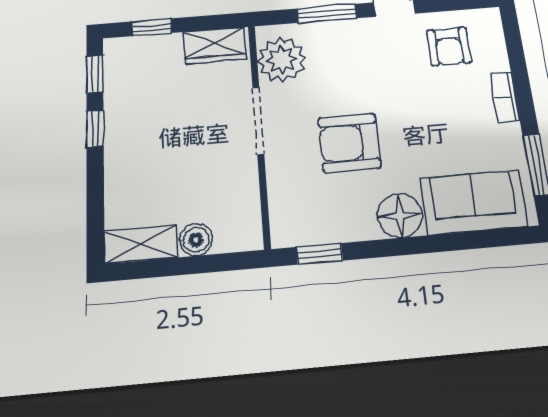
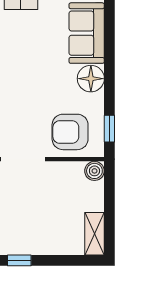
armchair: (349, 143) -> (70, 132), moved, turned 90
boiler: (196, 240) -> (94, 171), moved

